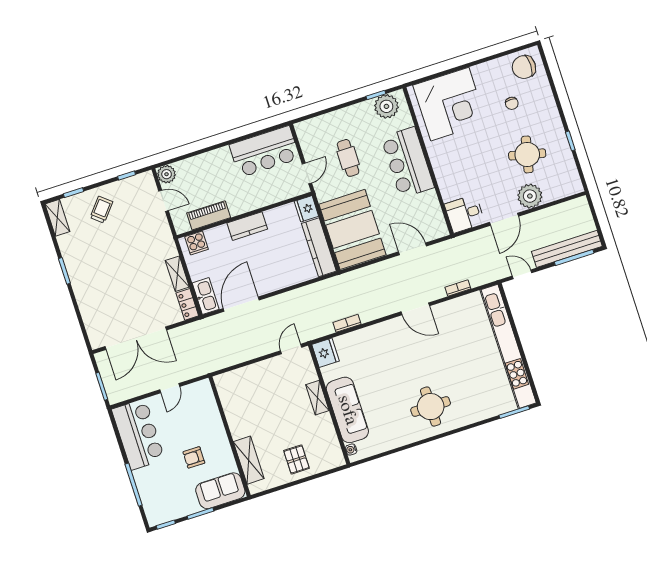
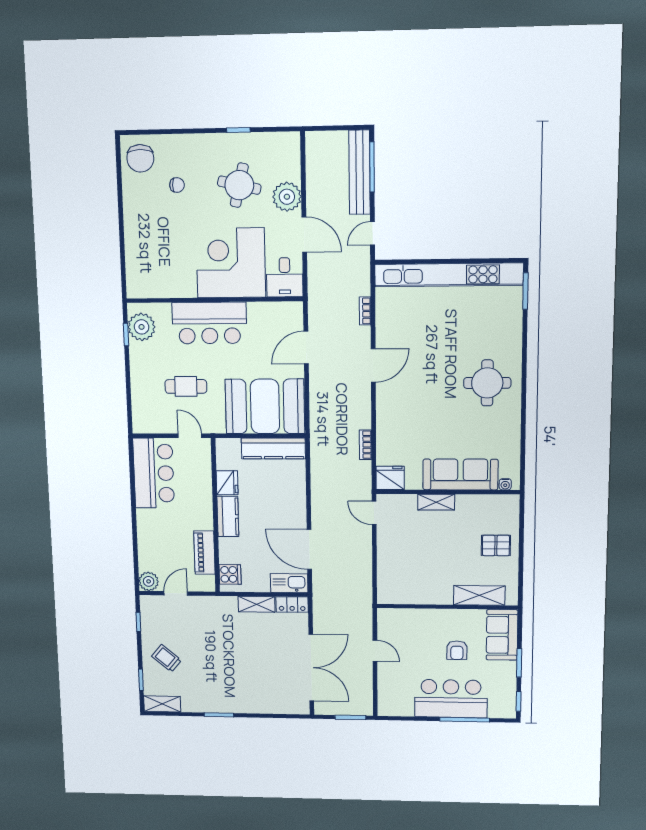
corner desk: (450, 104) -> (231, 263), moved, turned -90
fridge: (306, 209) -> (227, 483), moved, turned -90
bar counter: (138, 434) -> (451, 699), moved

